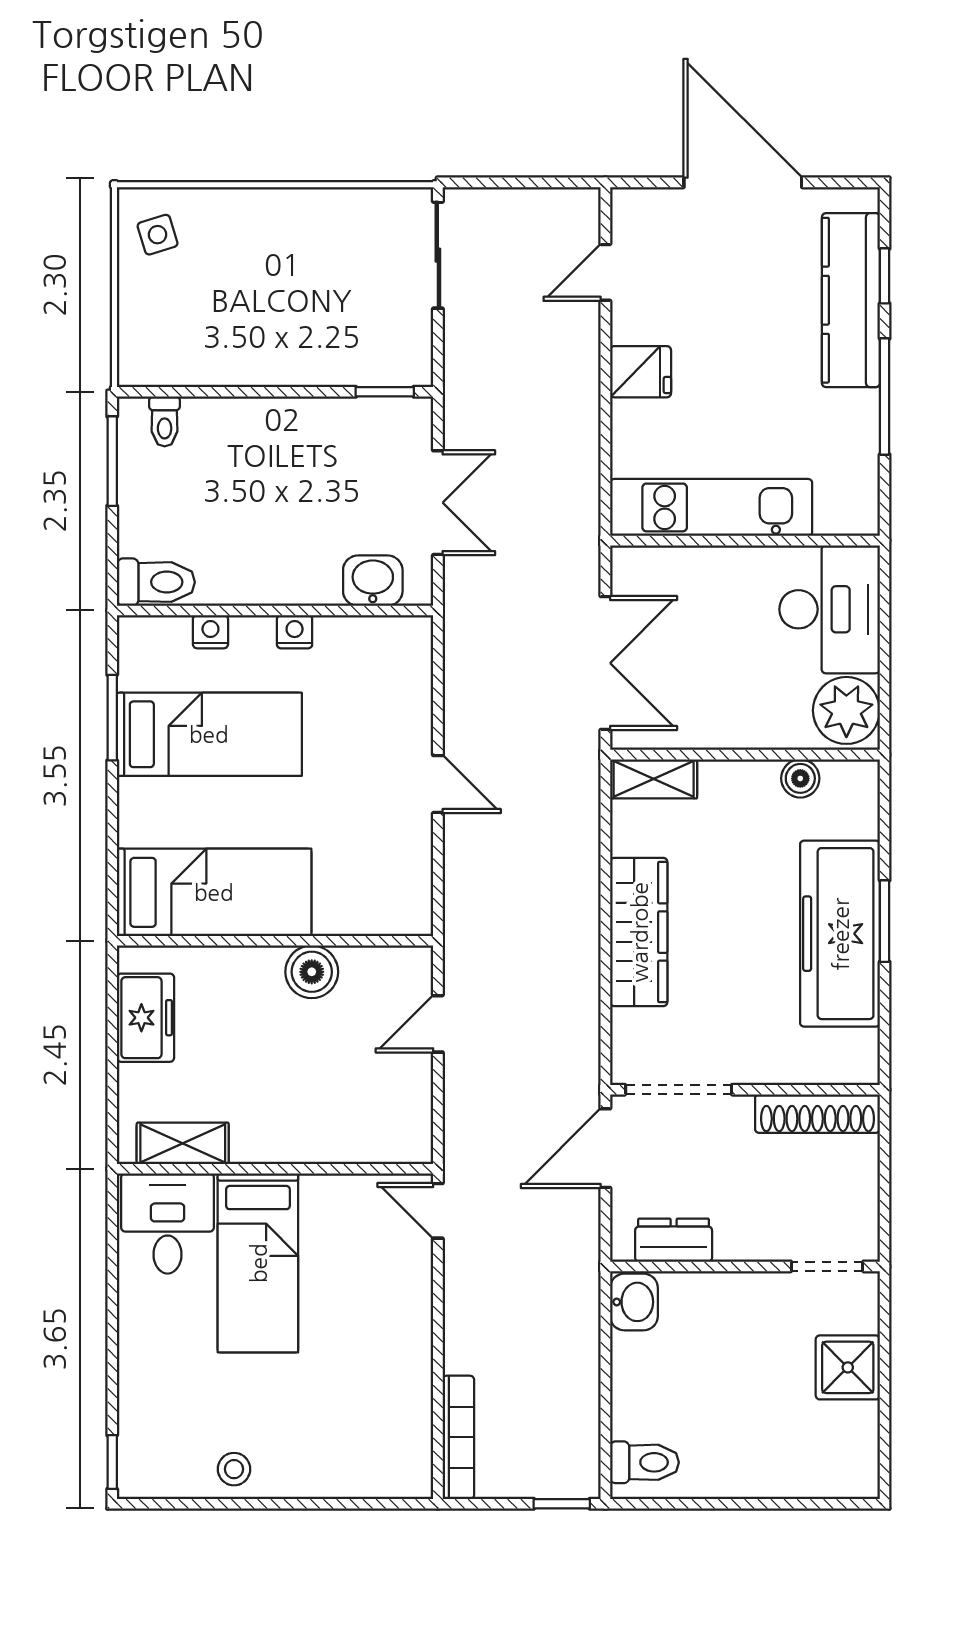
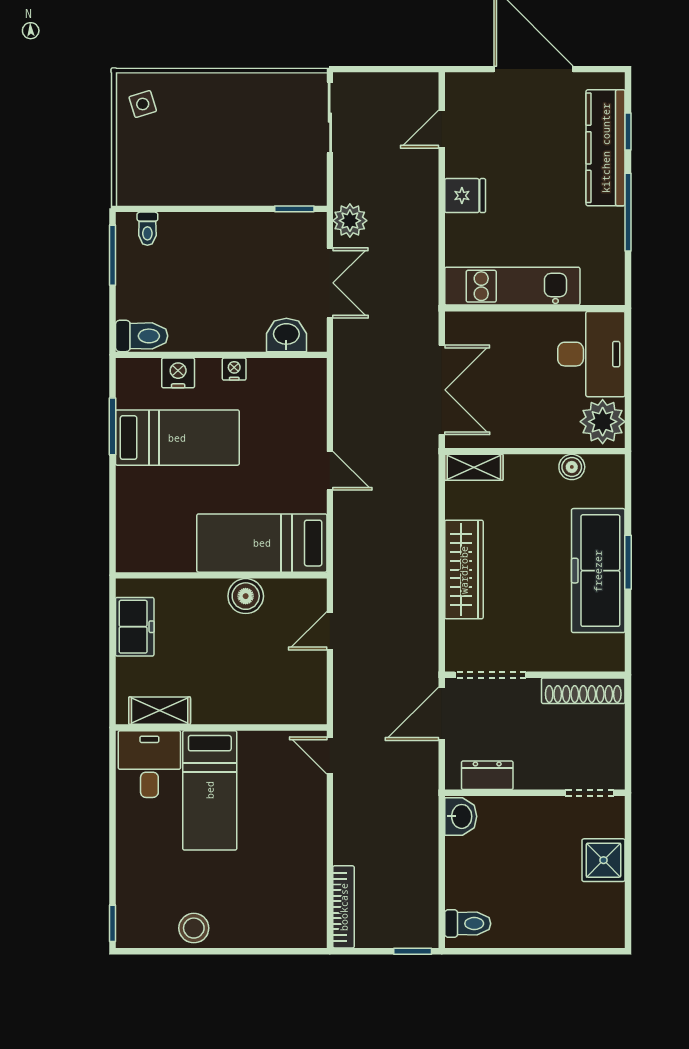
plant: (468, 409) -> (350, 221), added
nightstand: (210, 632) -> (178, 373), width x1.39, depth x1.35
bed: (214, 892) -> (262, 543), moved, turned 180
stool: (234, 1469) -> (194, 928), width x1.37, depth x1.37

